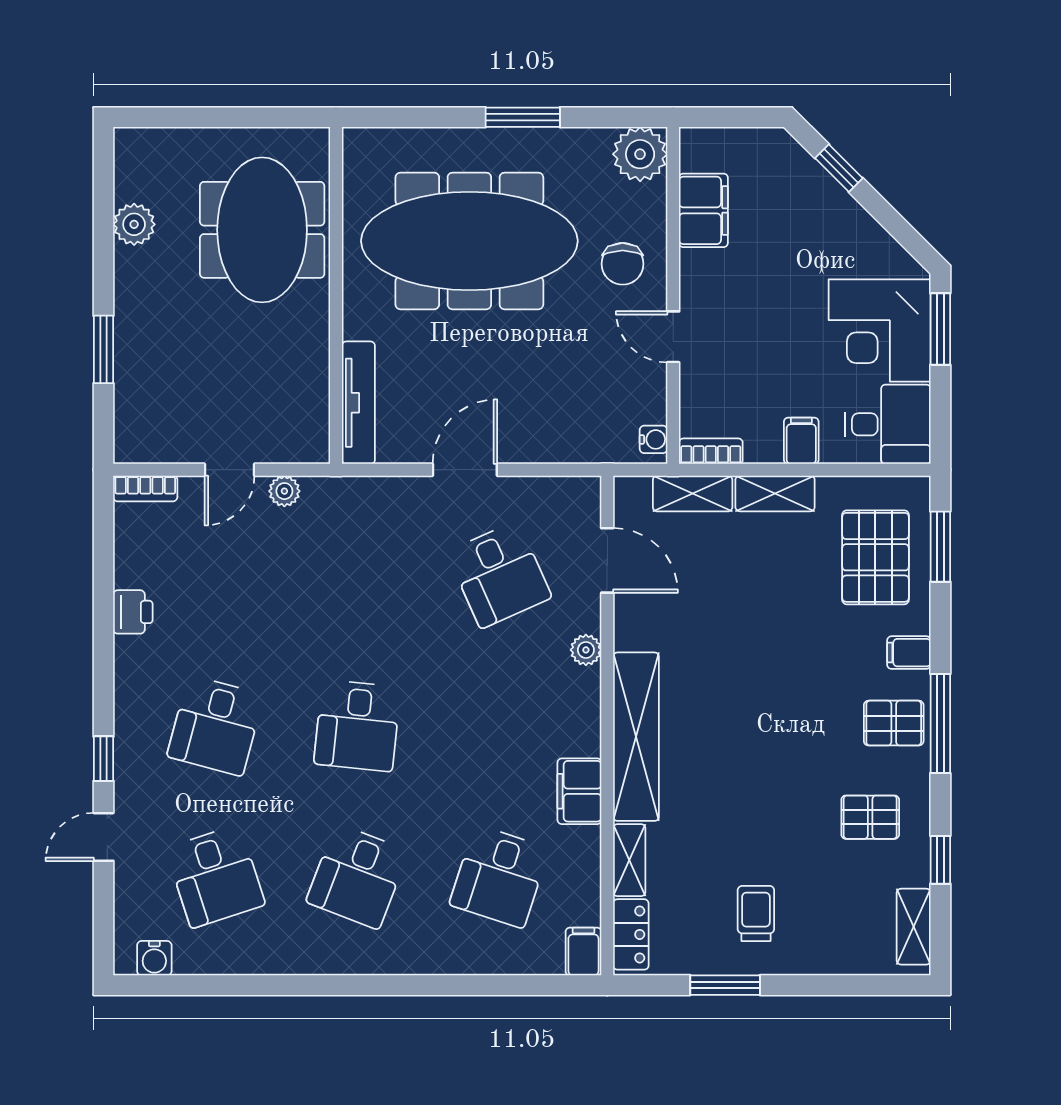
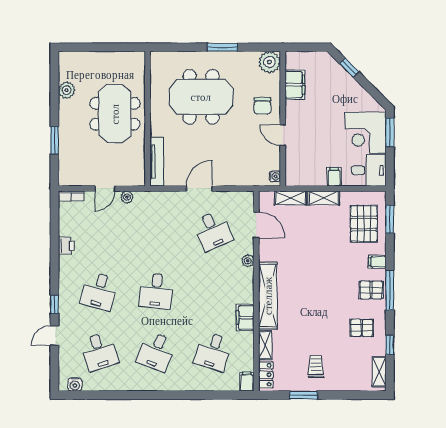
meeting table: (262, 230) -> (115, 114), moved
meeting table: (469, 241) -> (201, 97), width x0.73
bookcase: (711, 451) -> (298, 181), removed

